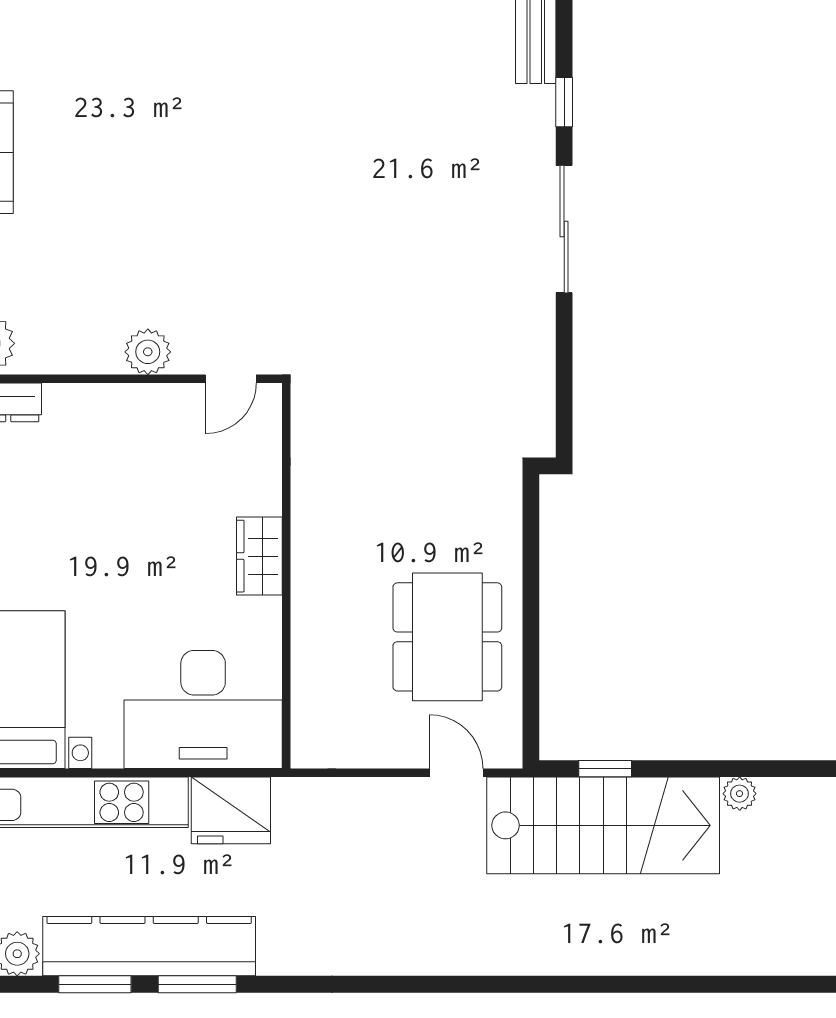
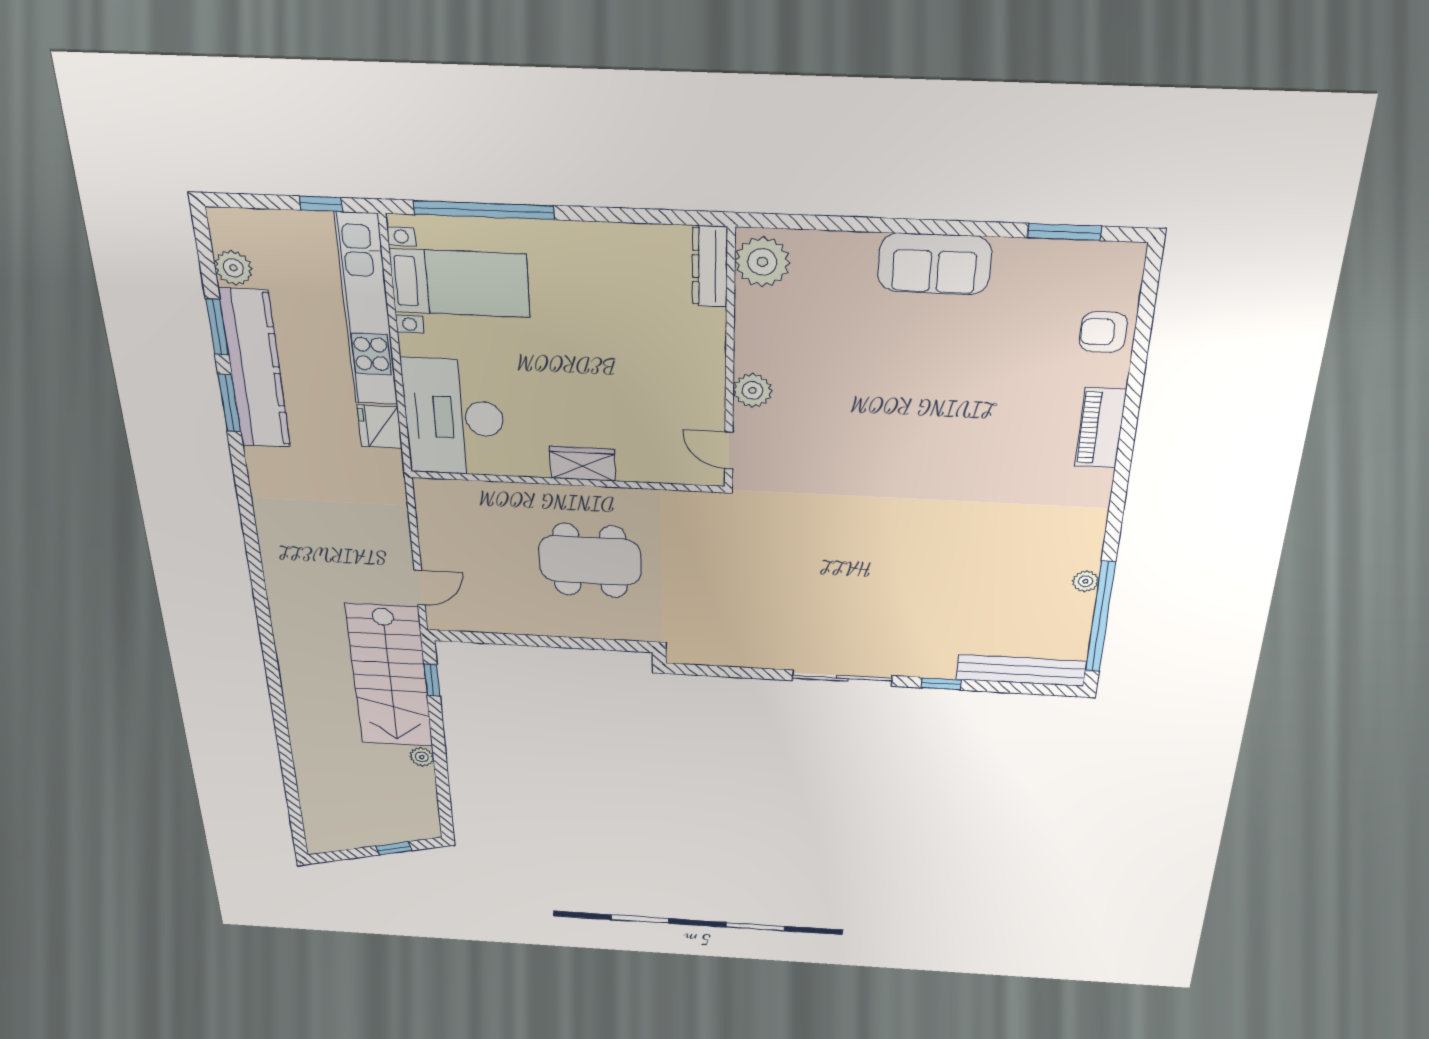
dining table: (447, 637) -> (590, 561), moved
fridge: (231, 810) -> (380, 427), width x0.73, depth x0.75

